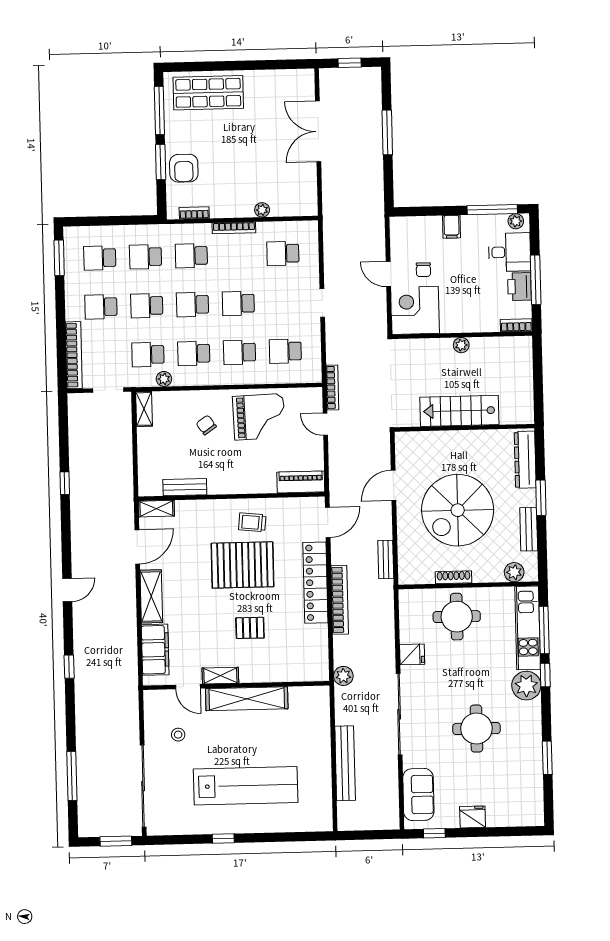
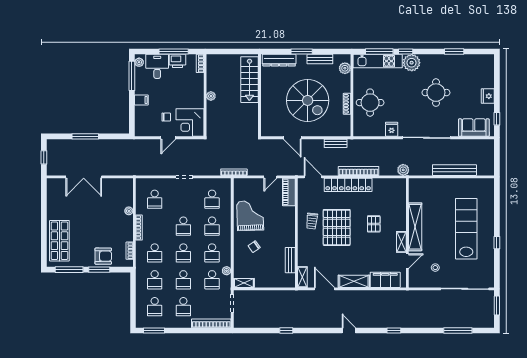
stairs: (459, 411) -> (249, 80), moved
door: (325, 424) -> (270, 177), moved

